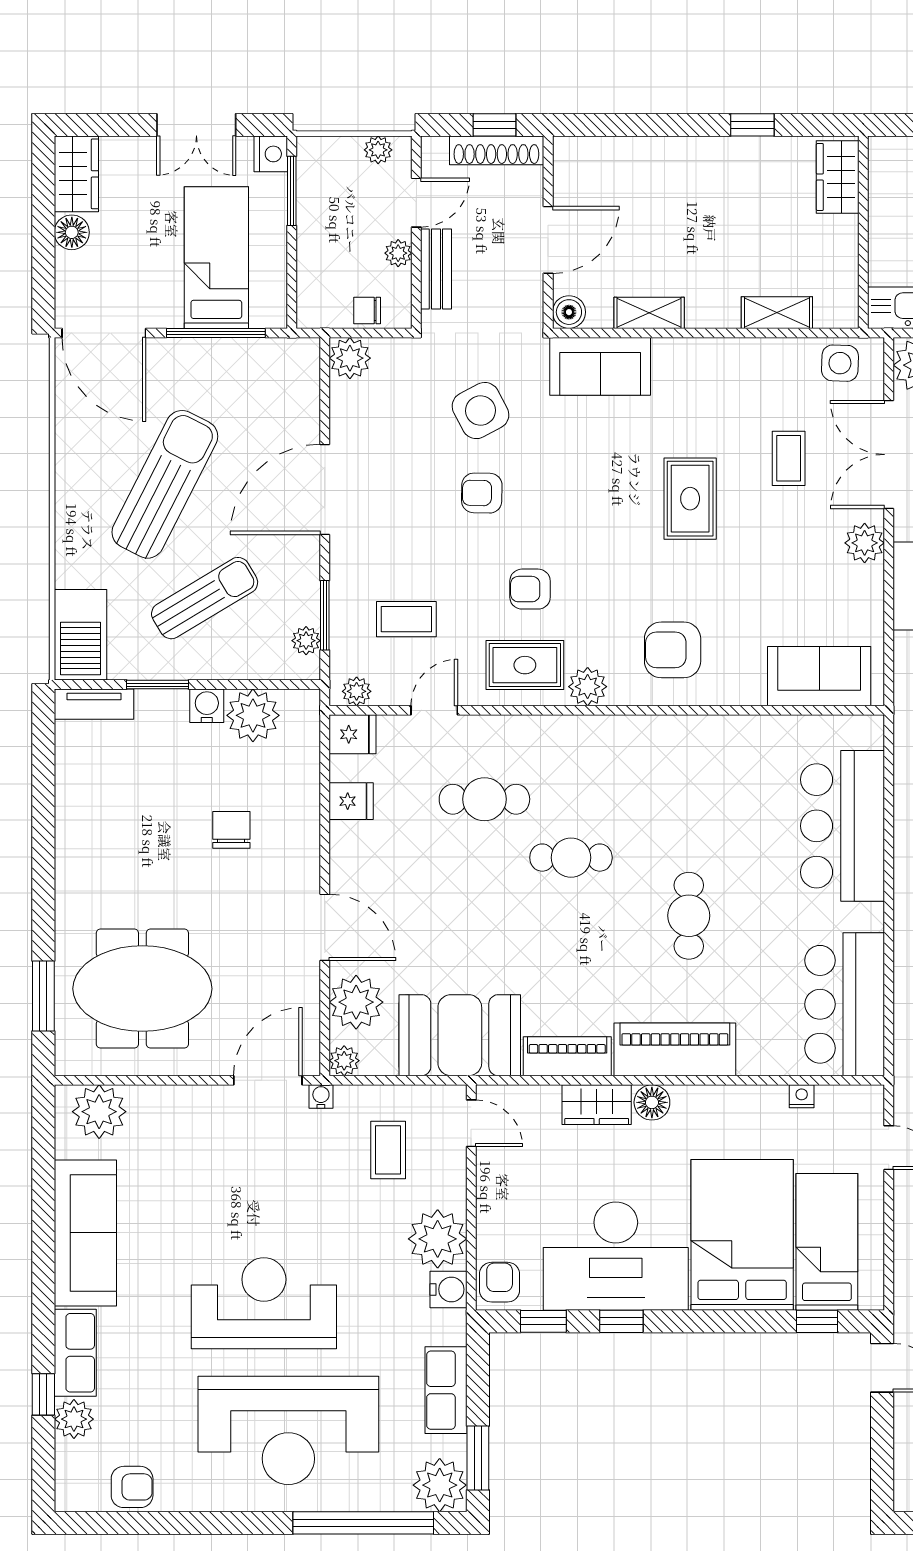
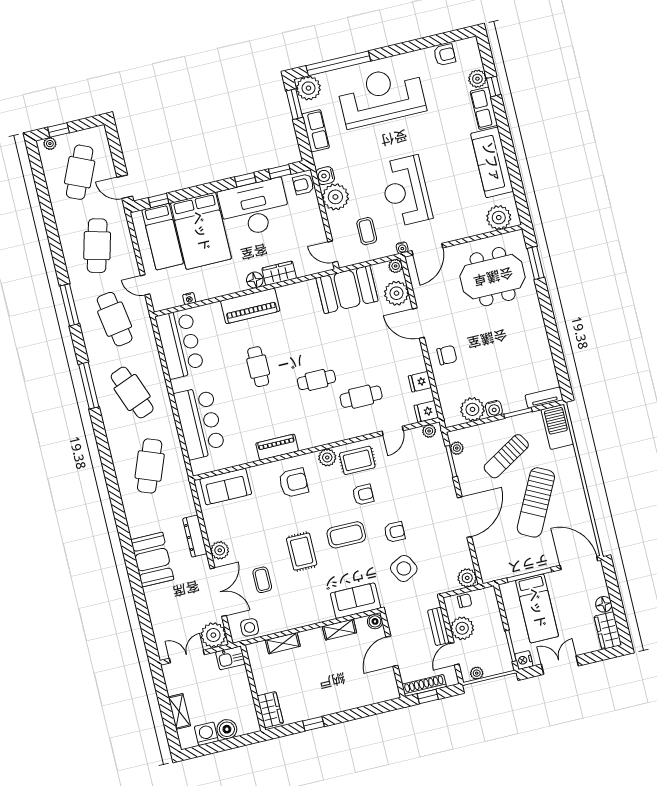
plant: (398, 253) -> (462, 628), width x1.88, depth x1.88
coffee table: (406, 619) -> (346, 535), moved, width x1.36, depth x1.30
chair: (231, 830) -> (447, 355), moved, turned -90
piano: (567, 1056) -> (277, 447), moved, turned 180
armchair: (500, 1282) -> (303, 184), turned 90
reception desk: (264, 1303) -> (406, 191), moved, turned 90
armchair: (132, 1487) -> (445, 55), turned 180

